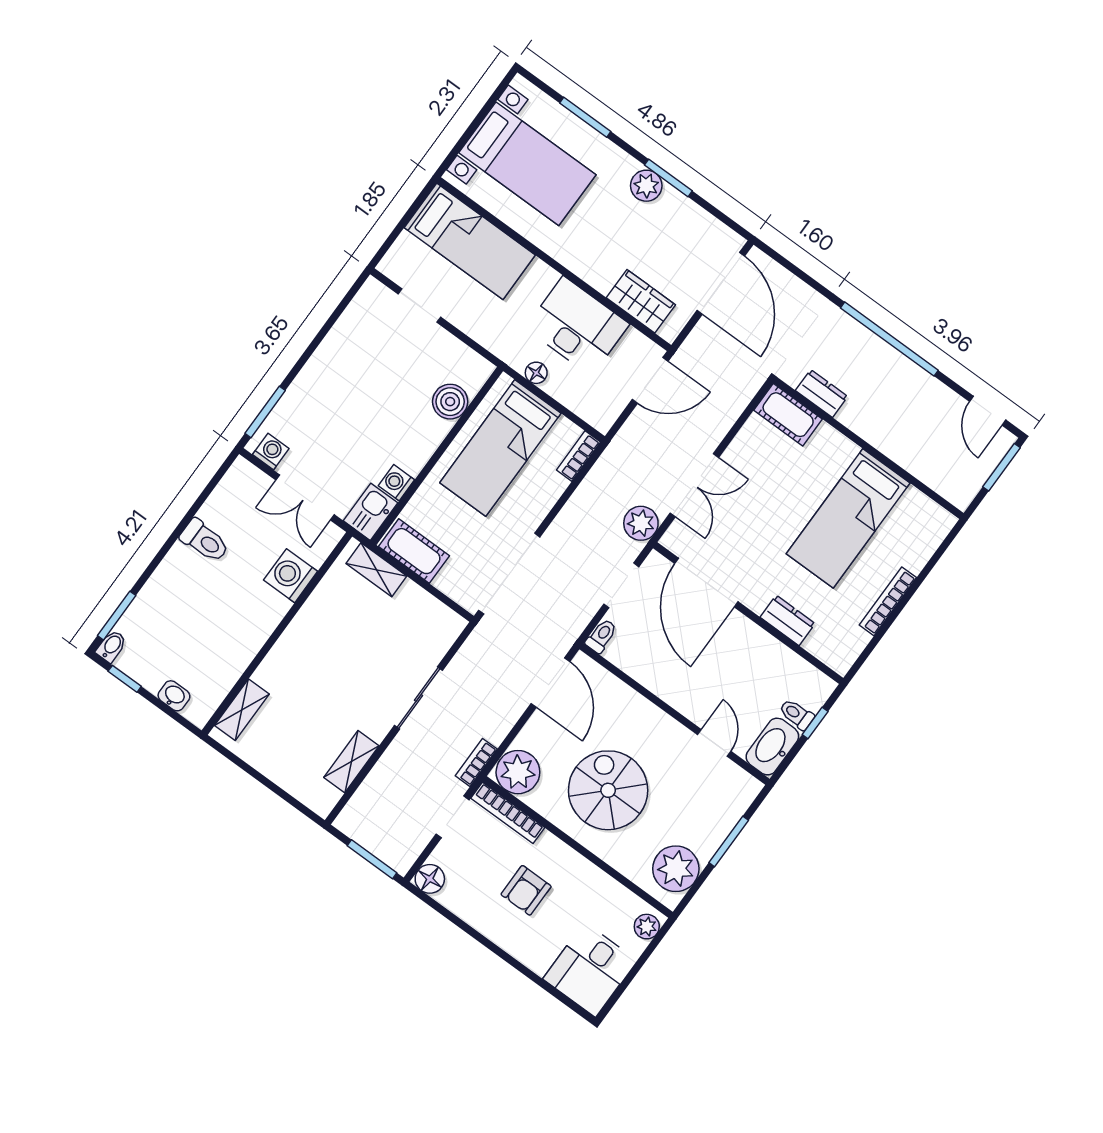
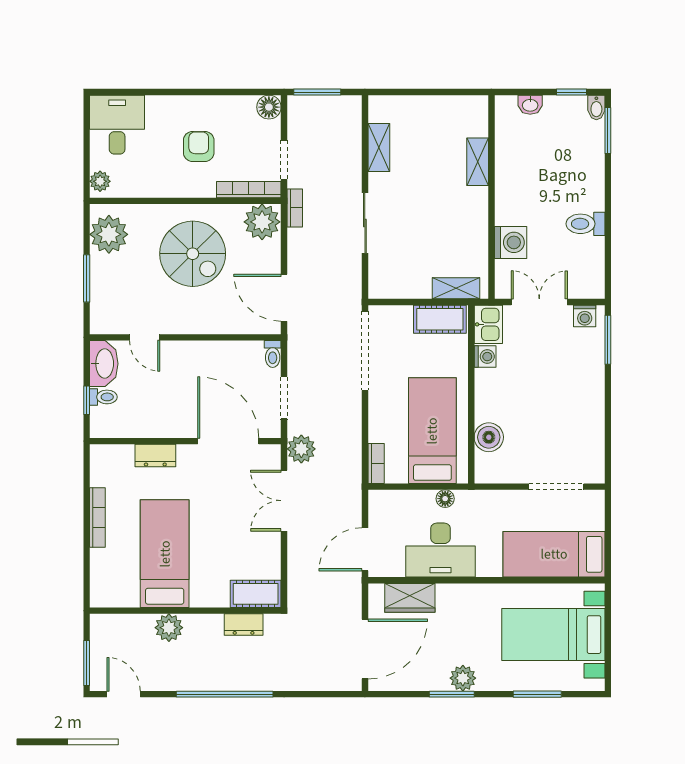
door: (721, 283) -> (365, 649), swing flipped
doorway: (419, 306) -> (556, 487), width x1.38
plant: (897, 443) -> (169, 628), added
shelving: (242, 710) -> (478, 162), moved

